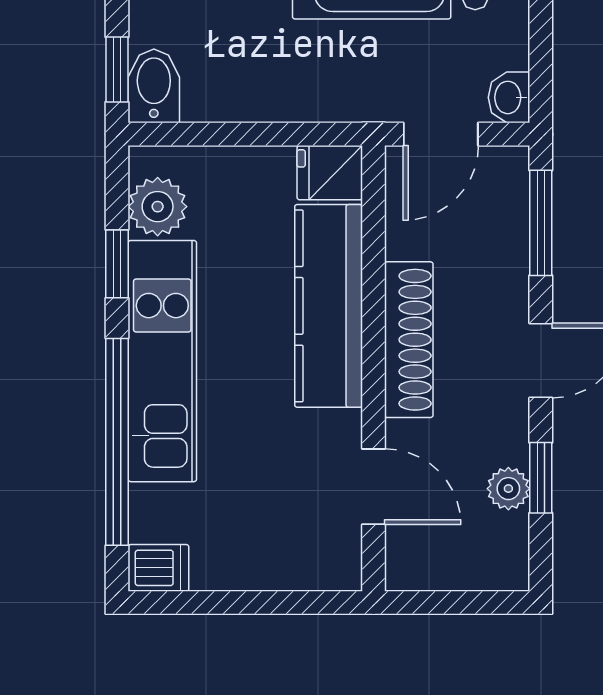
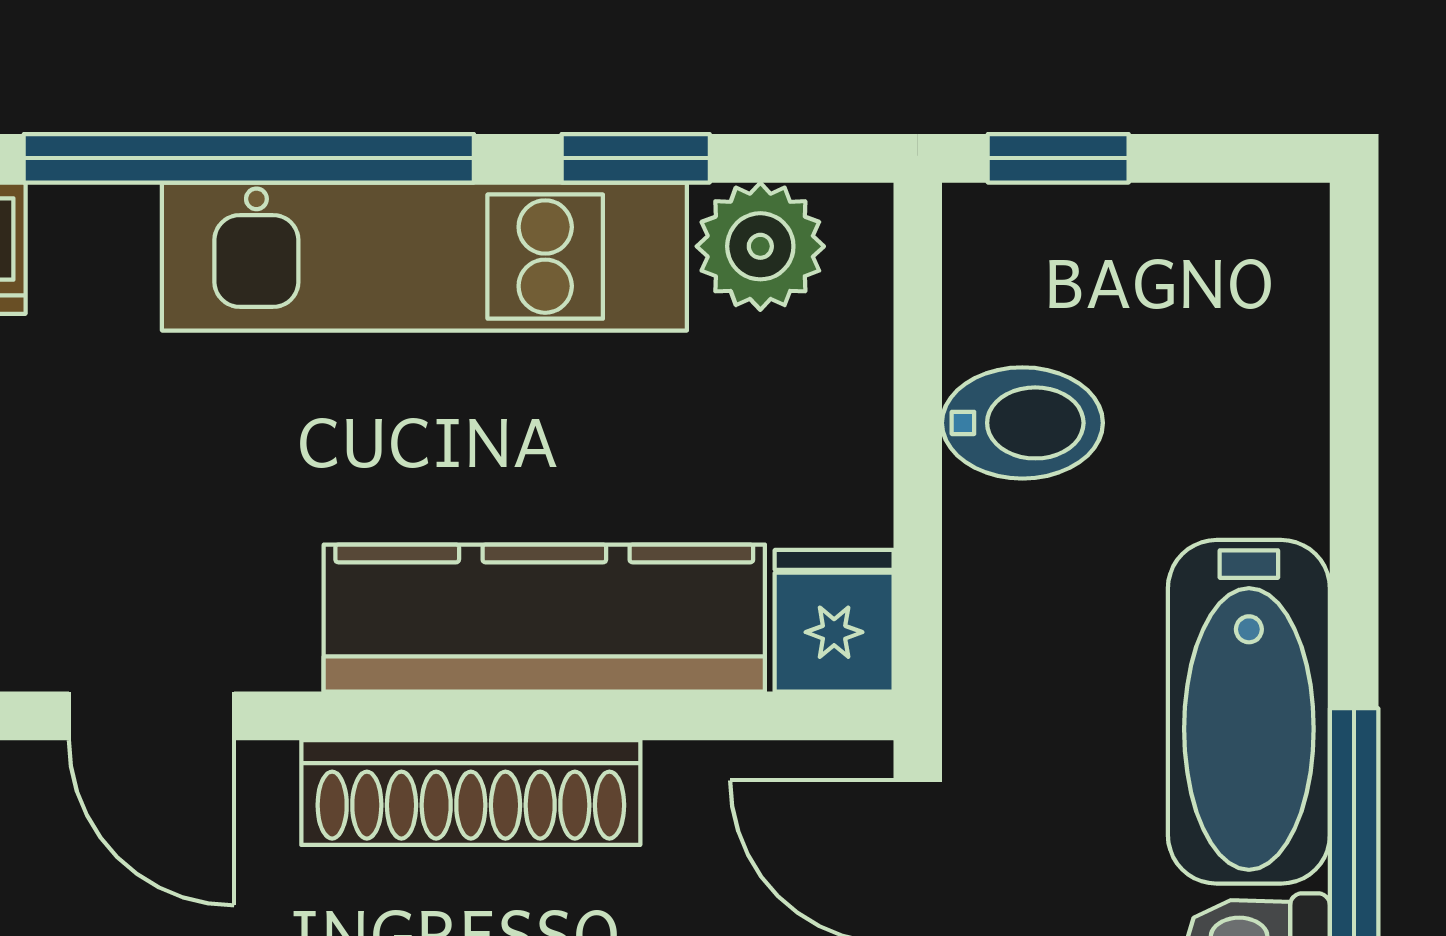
bidet: (154, 86) -> (1022, 423), moved
door: (374, 487) -> (151, 716), hinge flipped

